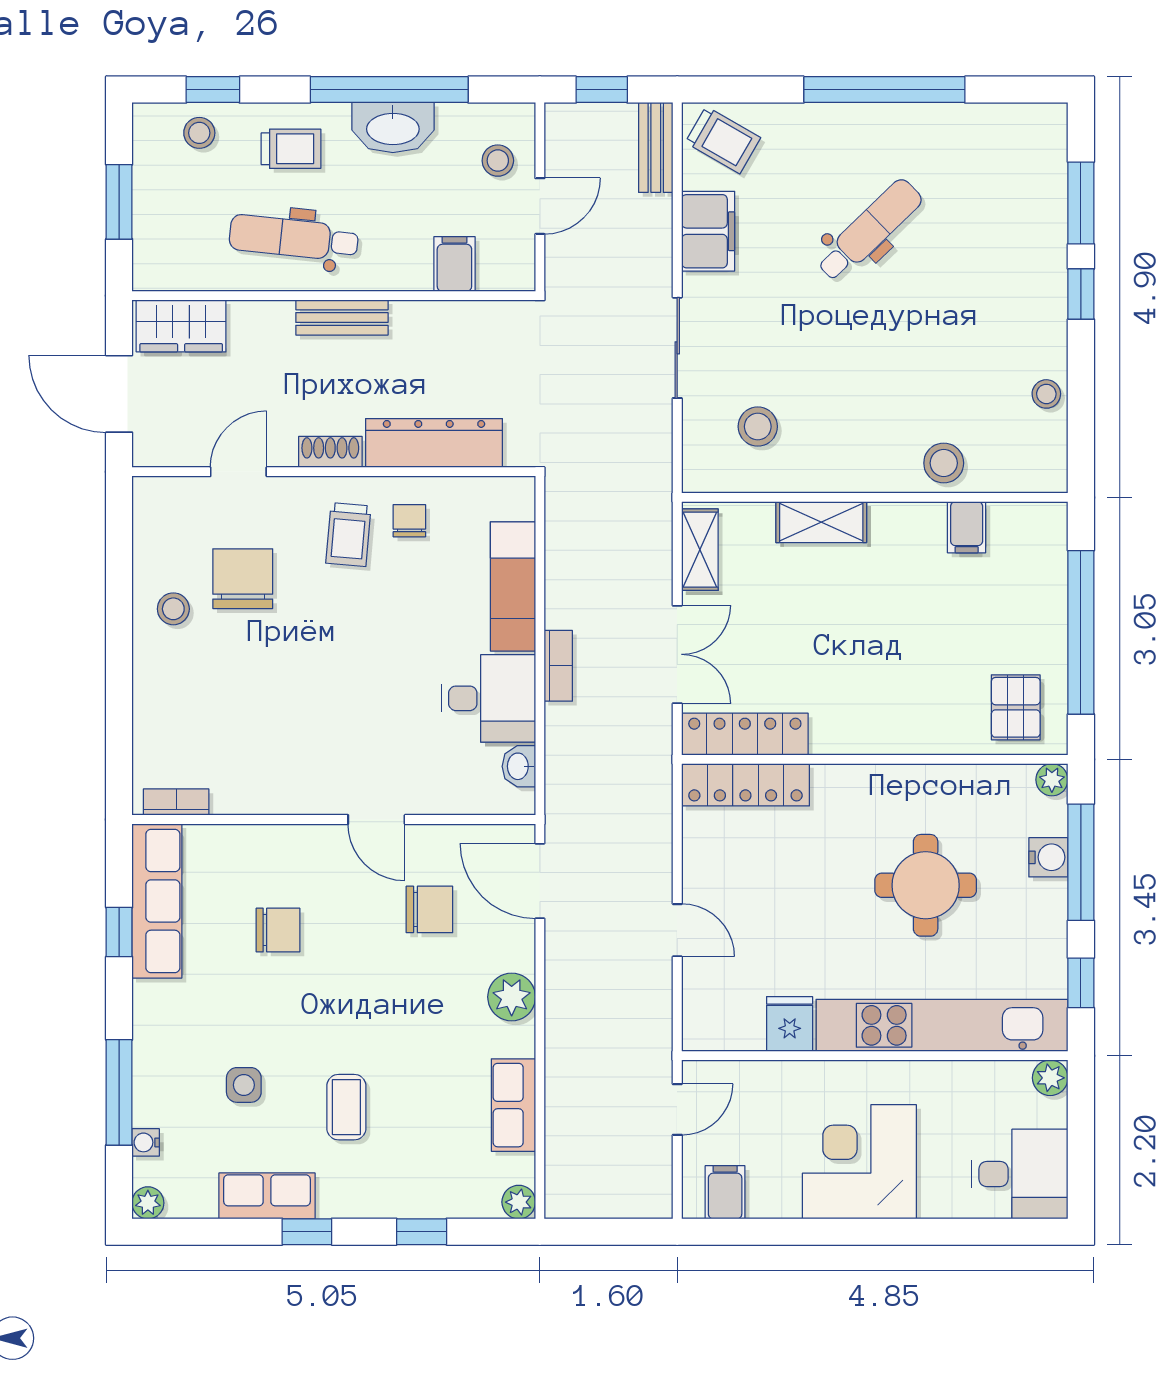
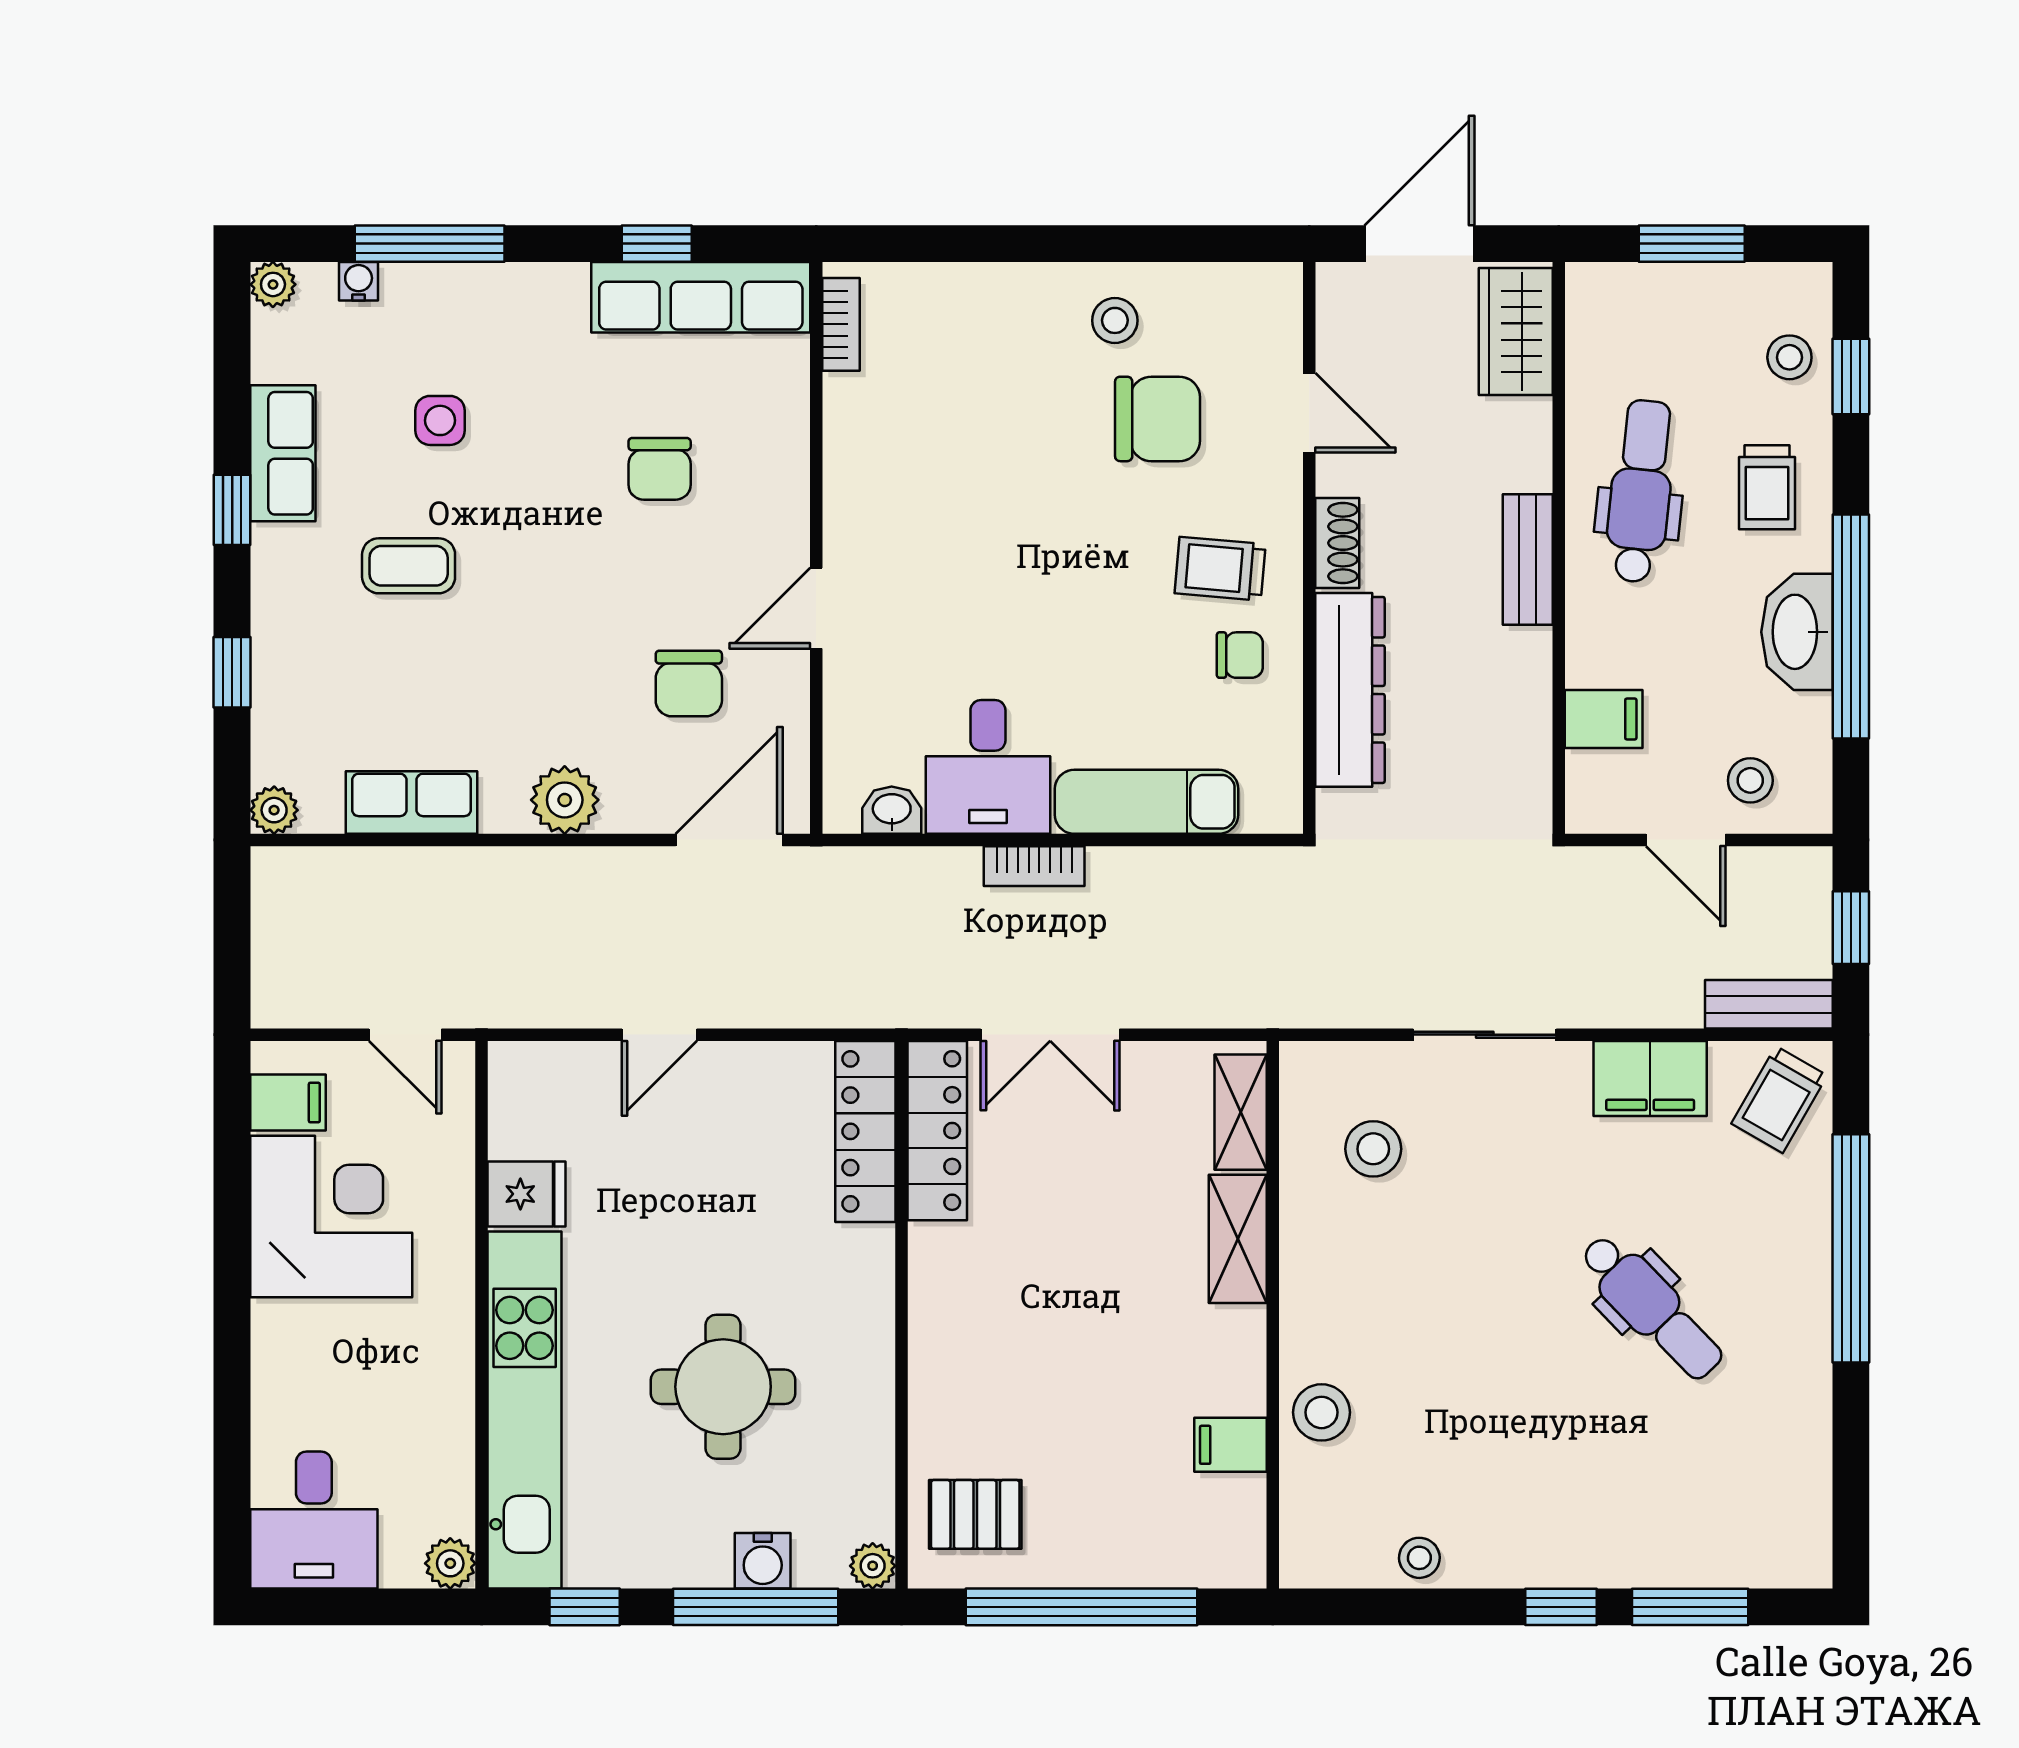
window: (884, 90) -> (1851, 1248), moved
shelving: (700, 550) -> (1241, 1112), moved, turned 90
corner desk: (859, 1162) -> (331, 1217), moved

